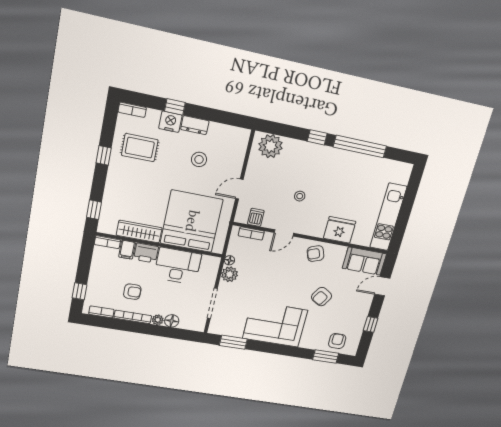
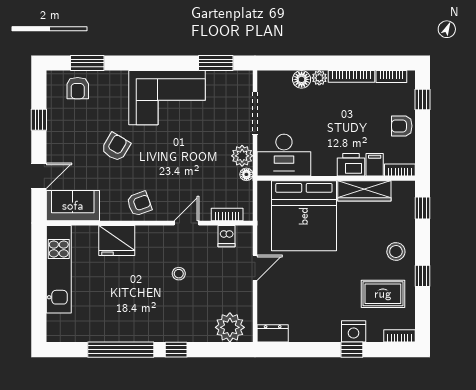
dresser: (195, 125) -> (273, 333), moved
stool: (199, 159) -> (396, 251), moved
desk: (178, 266) -> (284, 155), moved
armchair: (132, 292) -> (402, 126), moved

